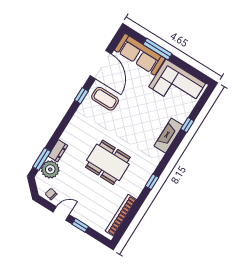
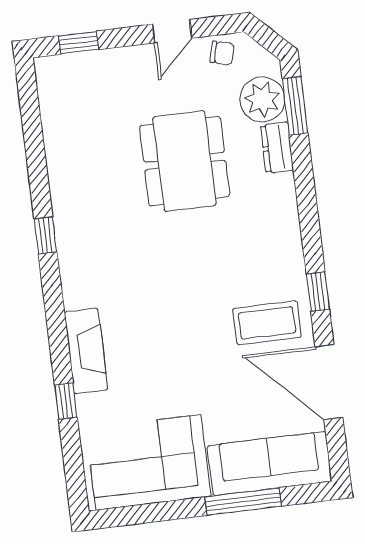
dining table: (108, 162) -> (185, 161), moved, turned 90
bookcase: (121, 215) -> (53, 122), removed
window: (80, 225) -> (79, 43), moved

